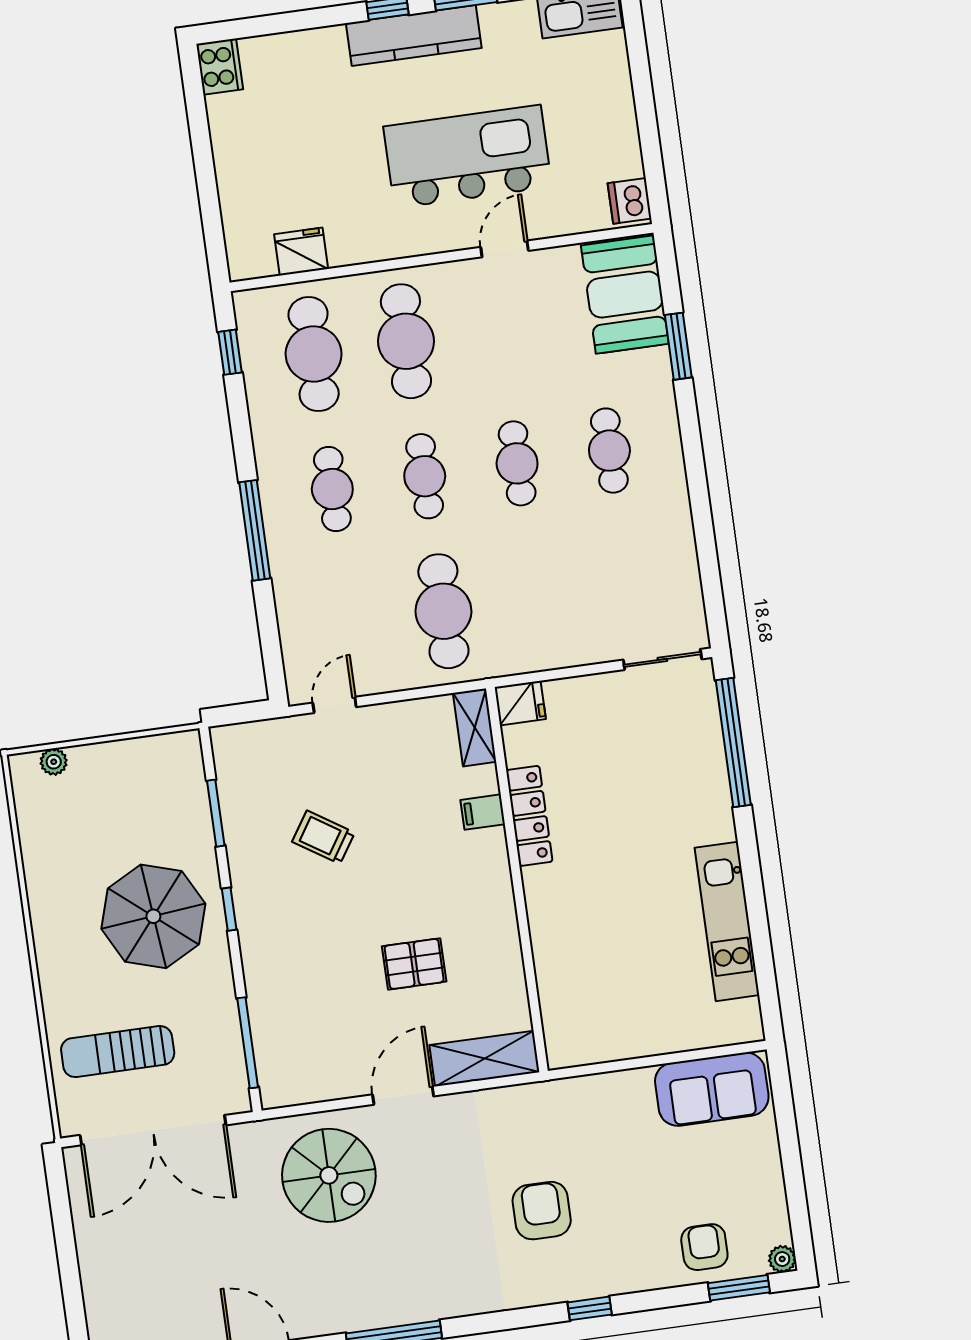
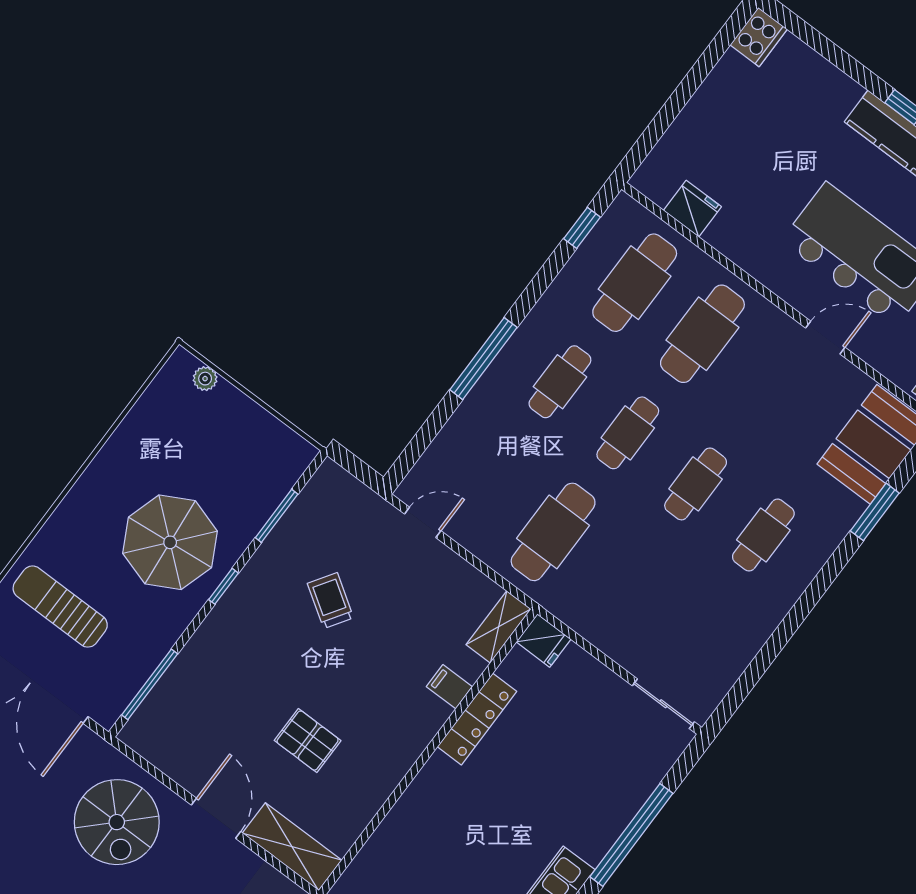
window: (733, 742) -> (631, 835), moved
door: (403, 1095) -> (216, 818), hinge flipped

